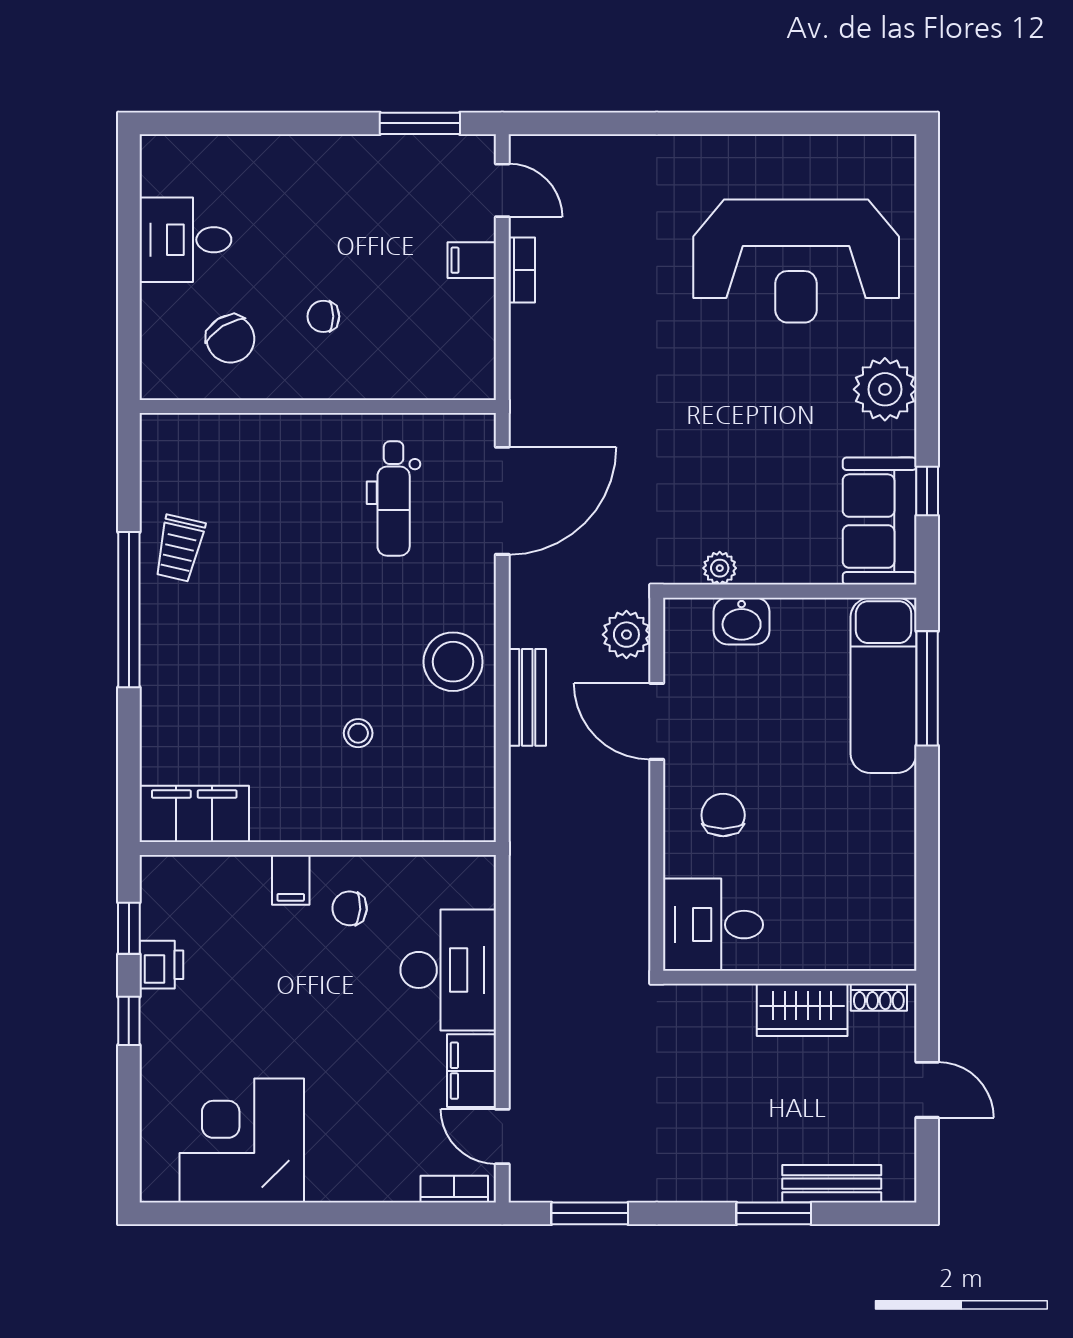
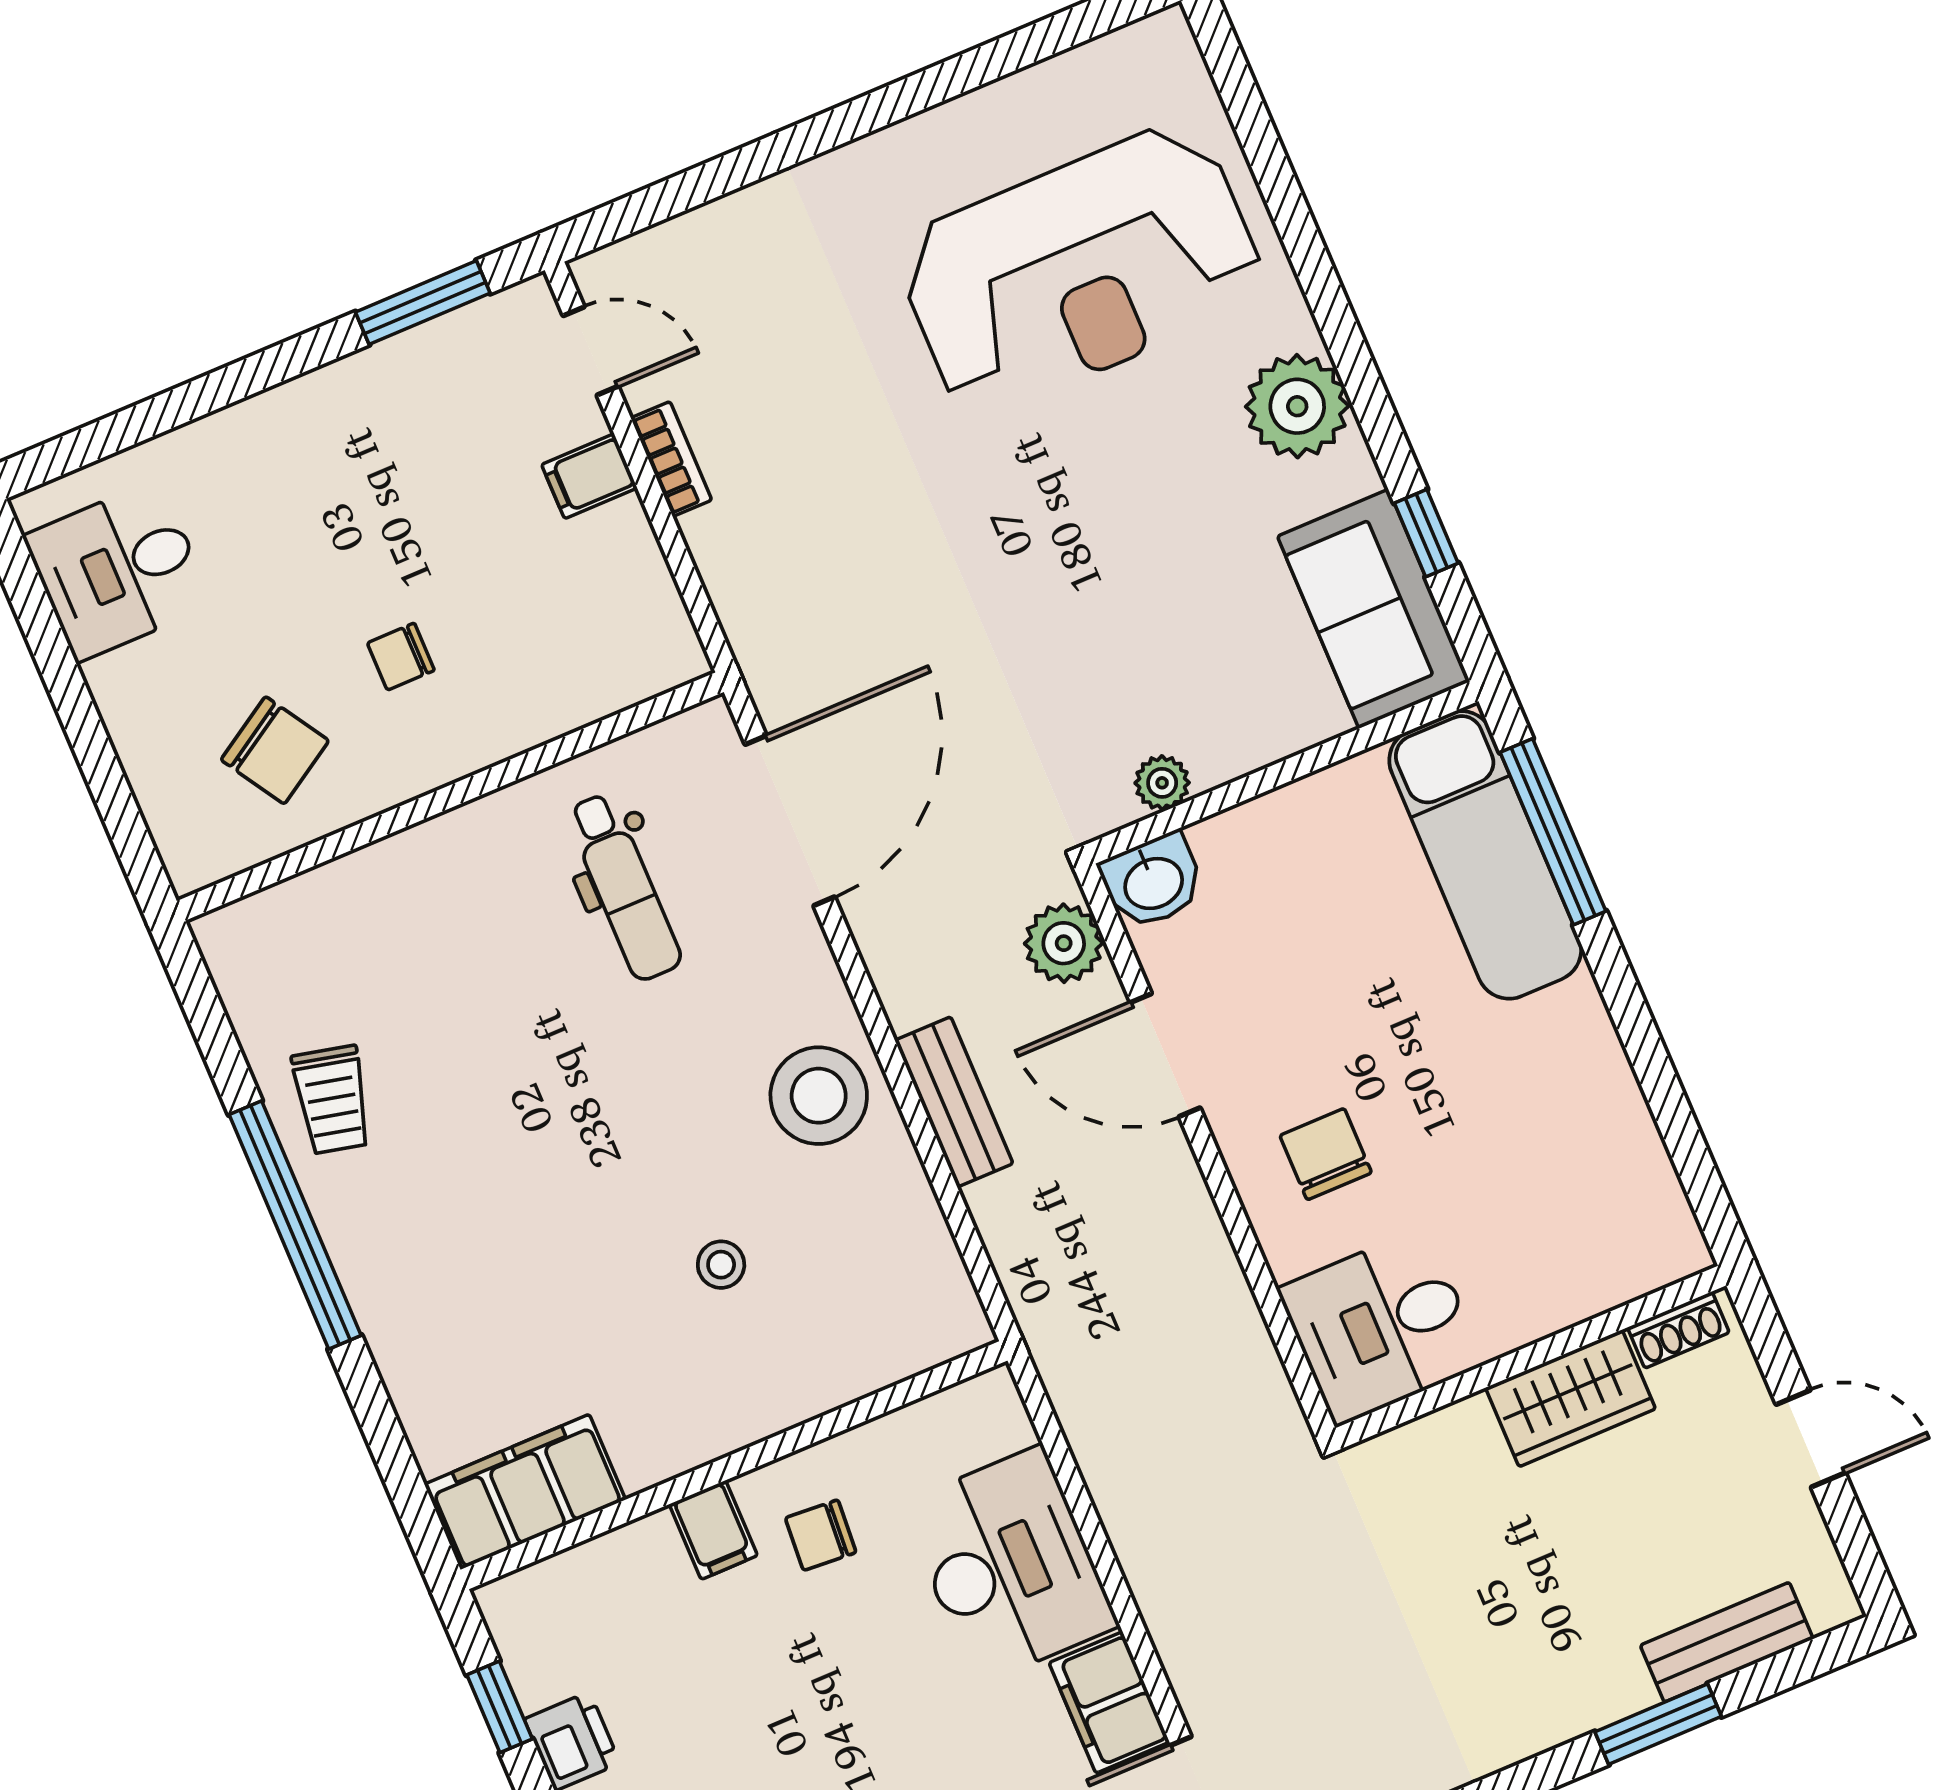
desk: (185, 240) -> (118, 570), moved
washbasin: (742, 621) -> (1153, 881), moved

